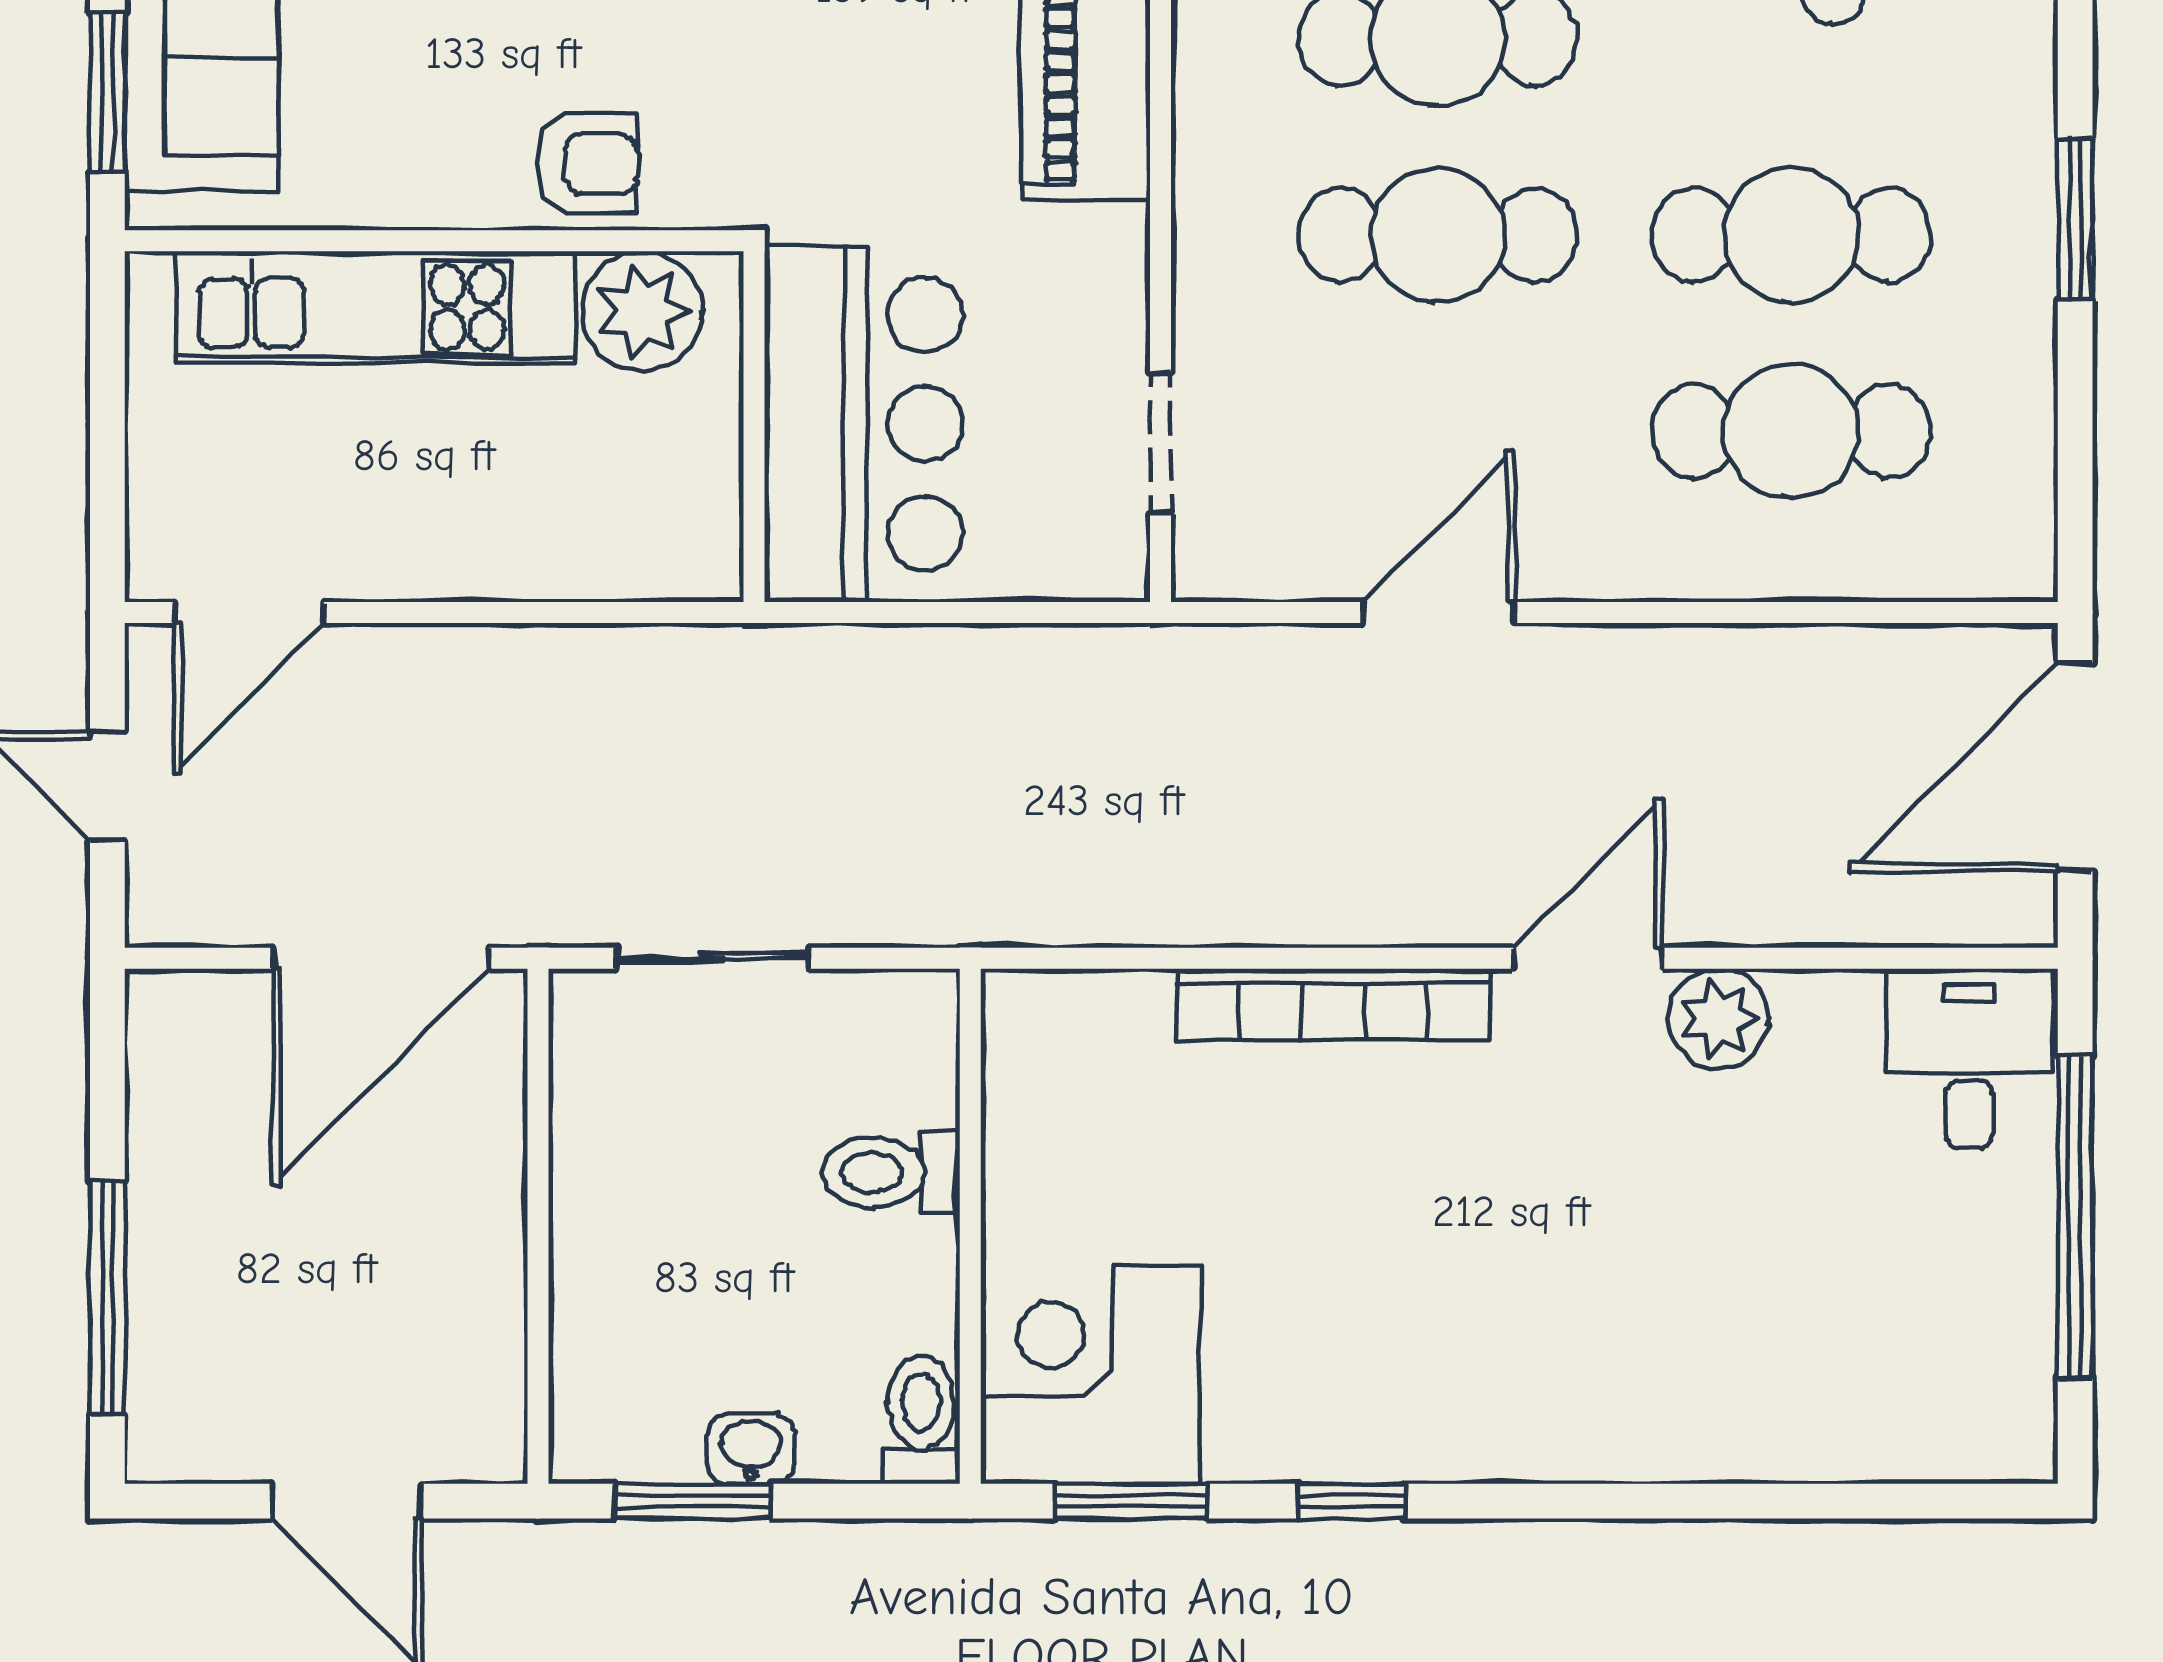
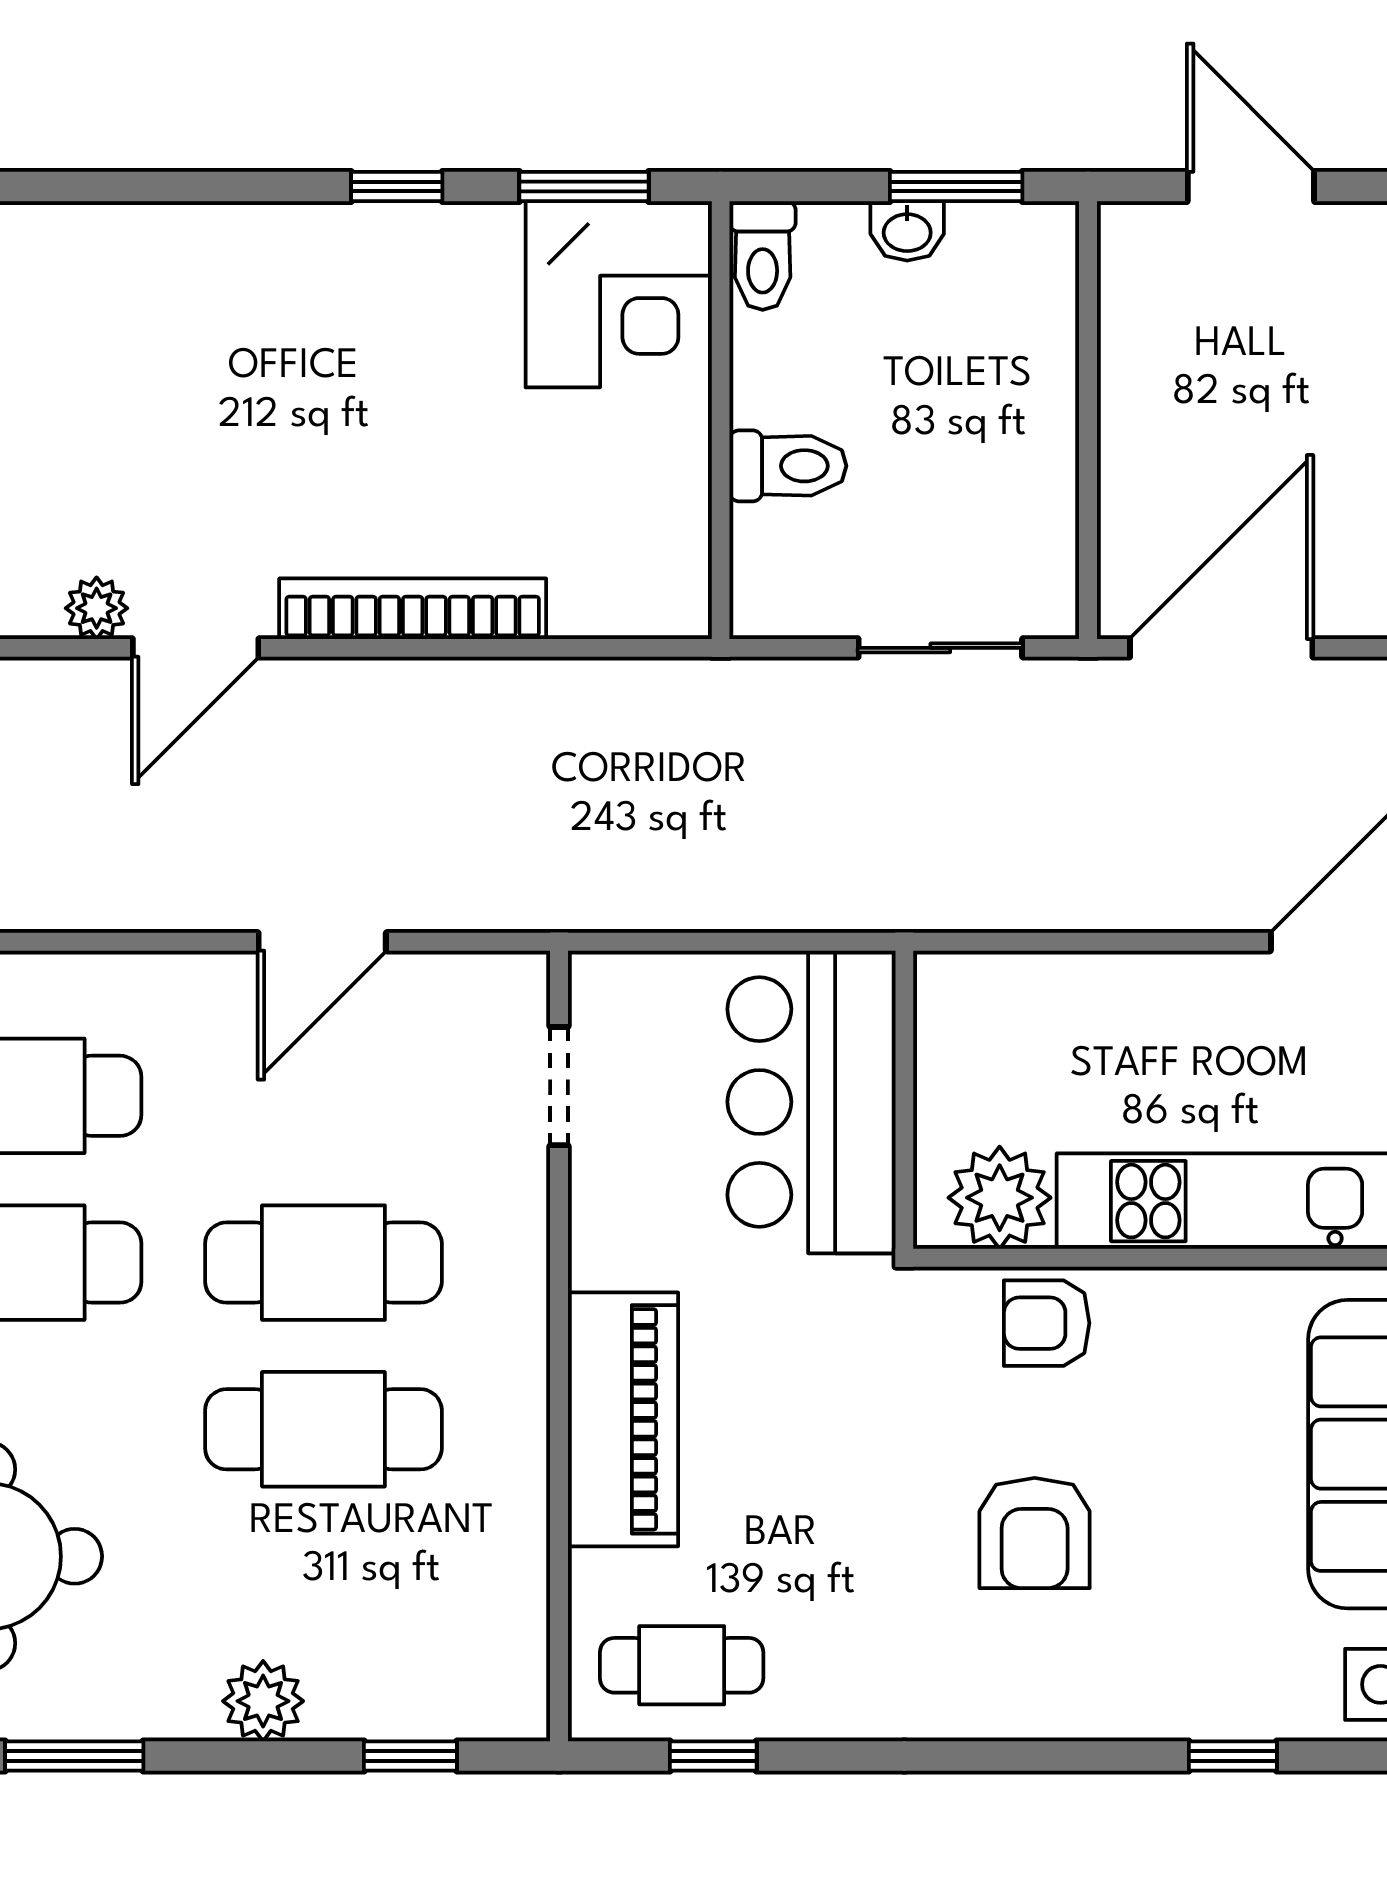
plant: (1718, 1019) -> (97, 608), width x0.73, depth x0.73

